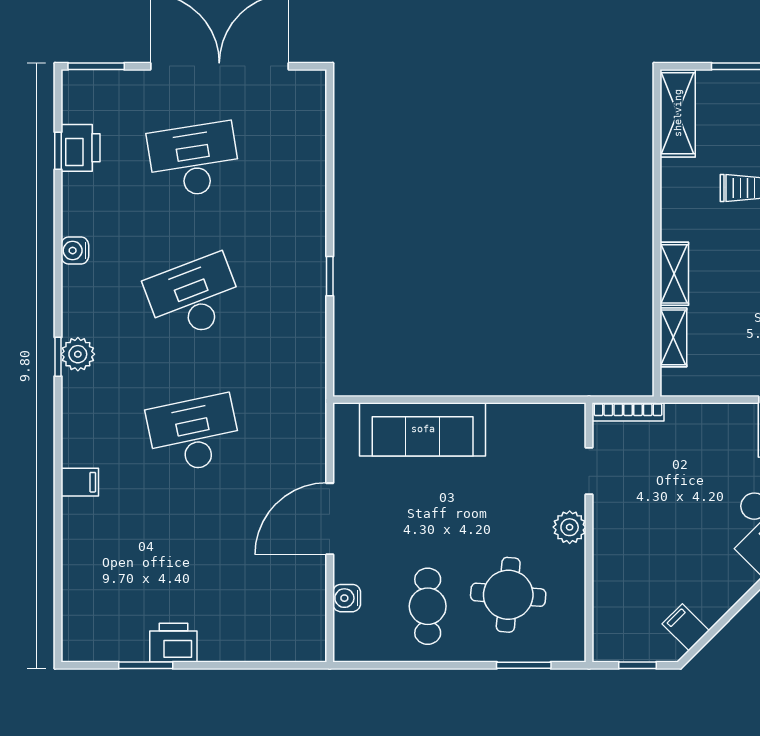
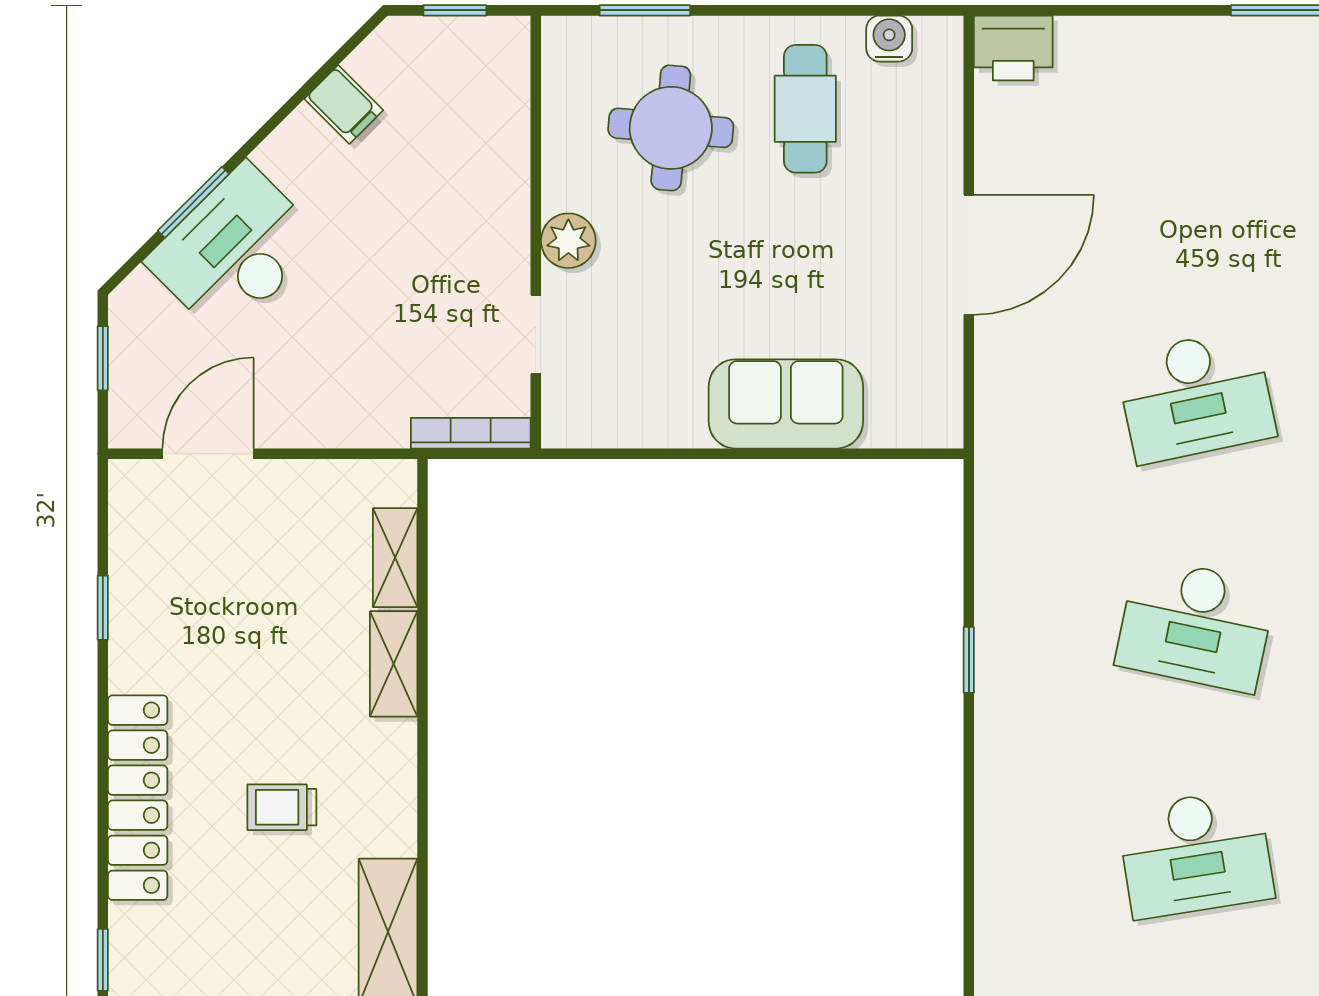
desk: (194, 297) -> (1196, 625), turned 33
sofa: (423, 429) -> (786, 404), width x0.73
water cooler: (347, 598) -> (889, 39), moved, turned -90
filing cabinet: (686, 627) -> (344, 104), moved
printer: (173, 643) -> (1013, 48), moved

